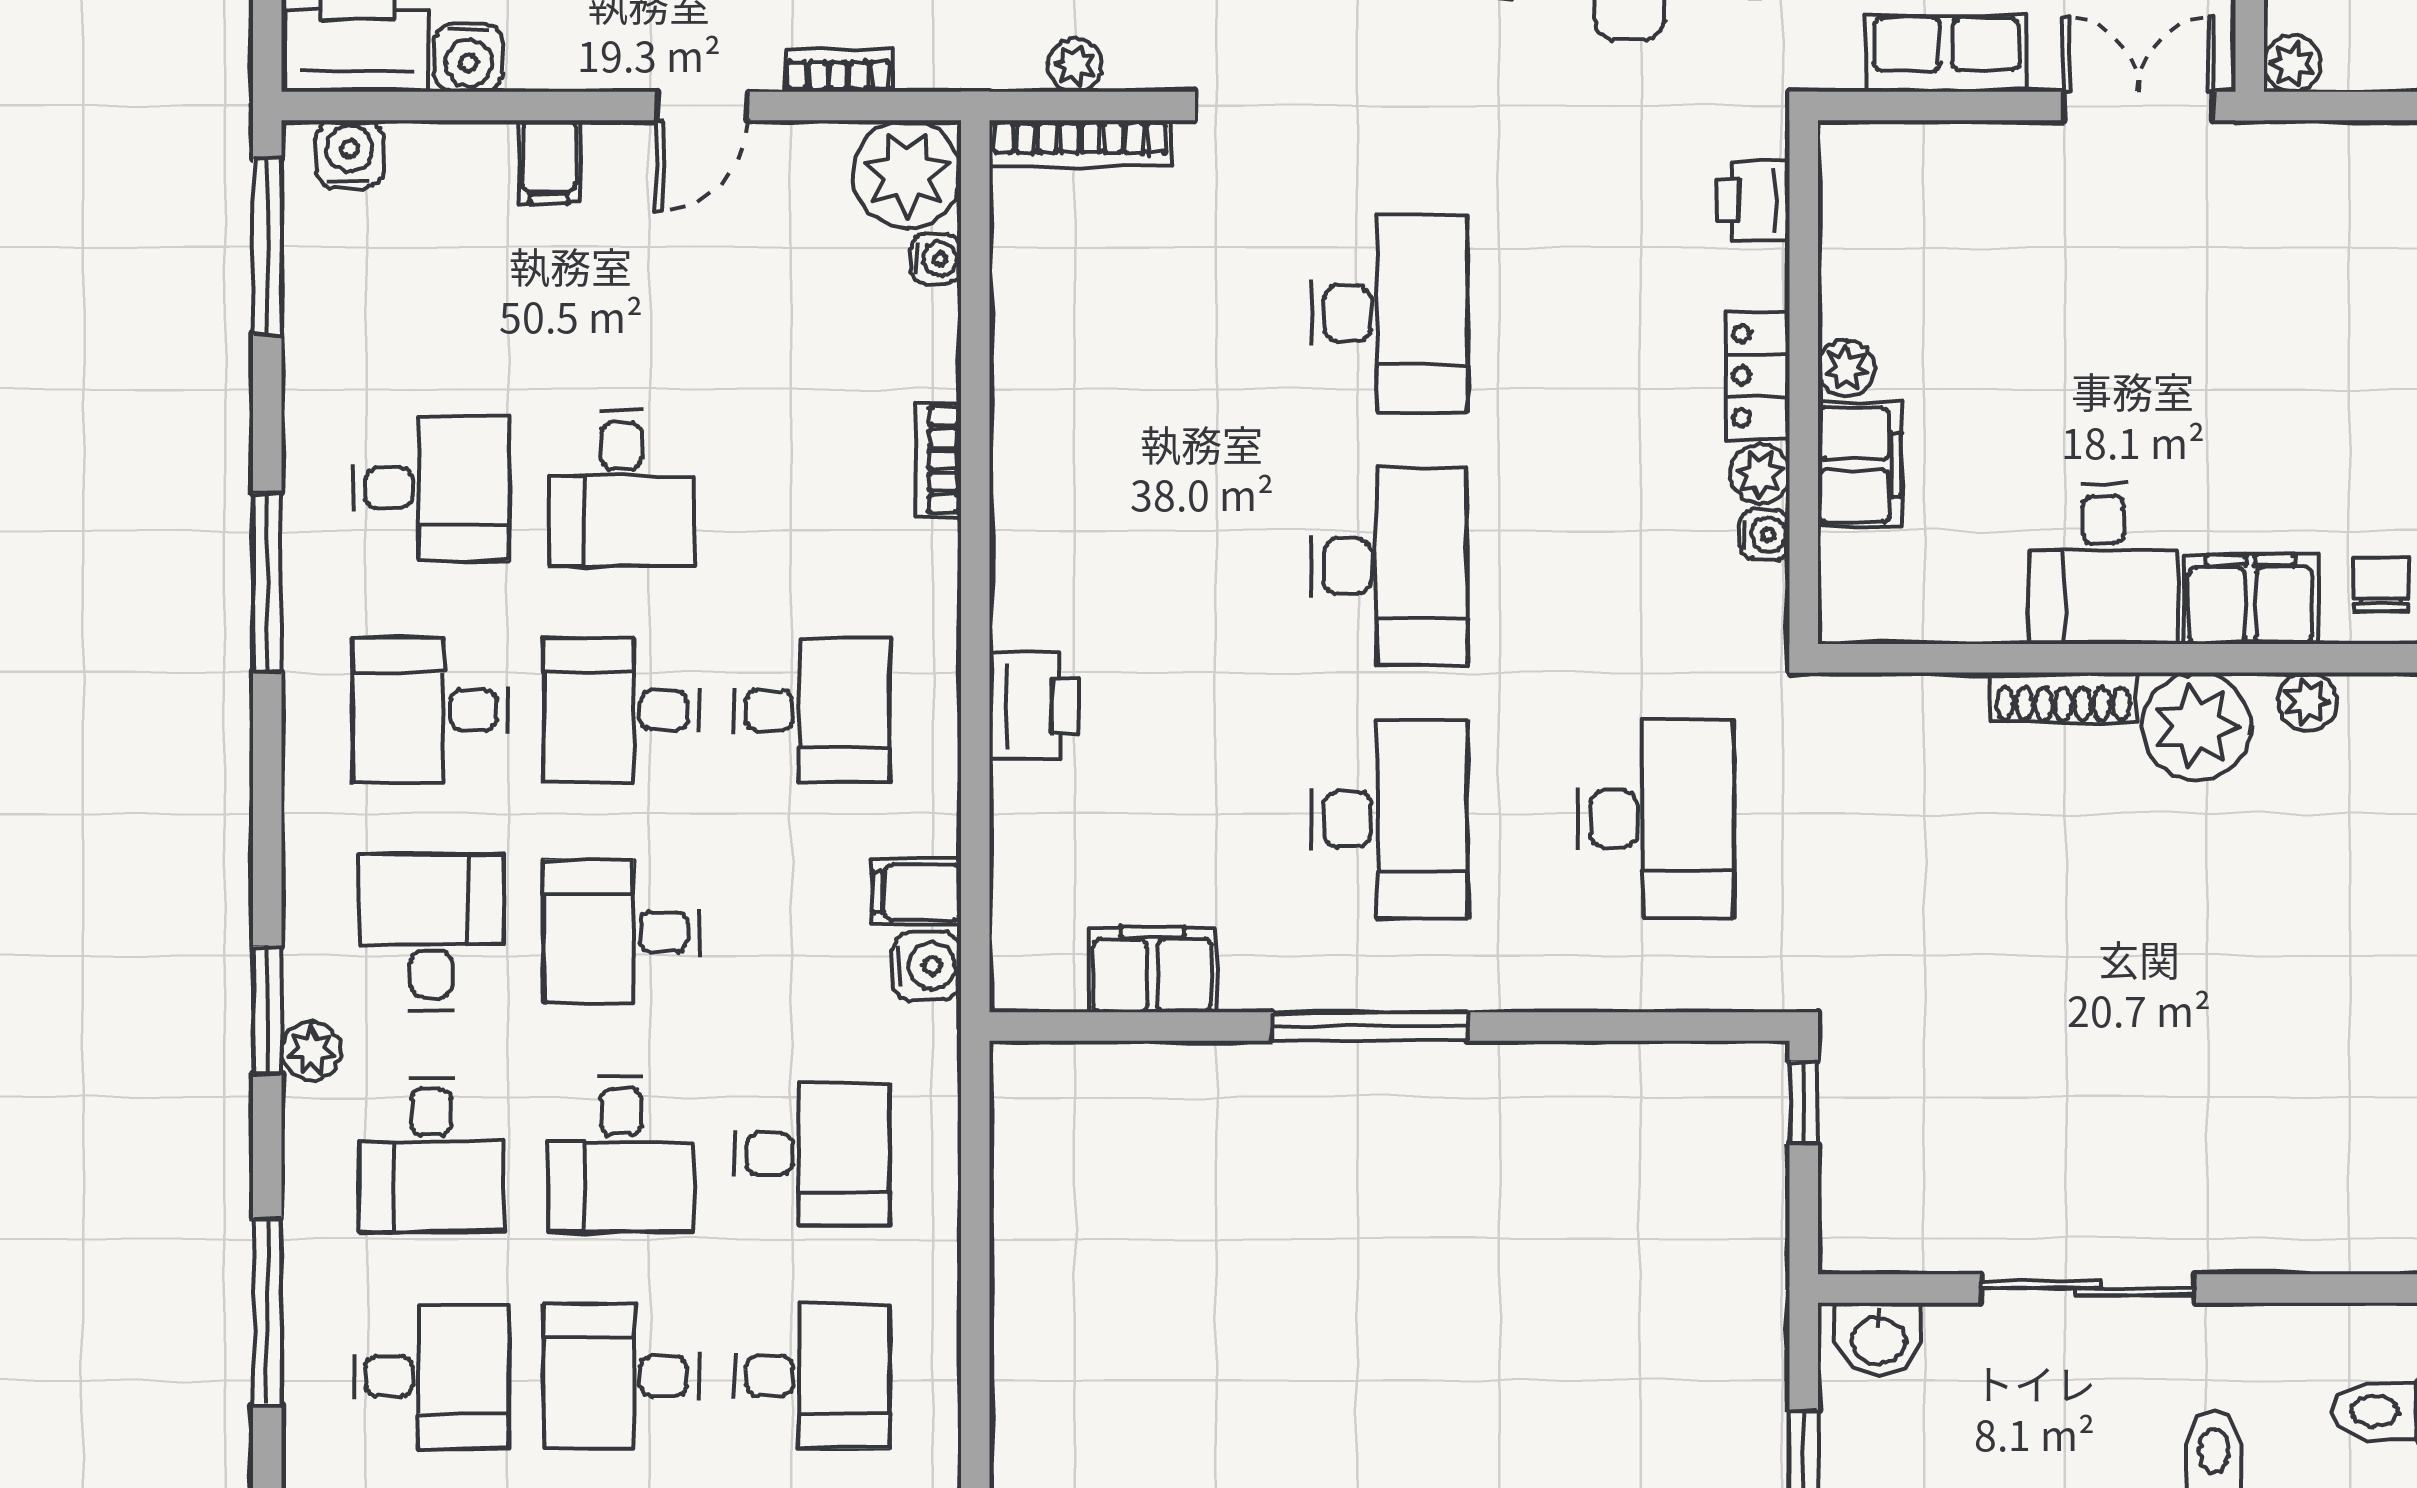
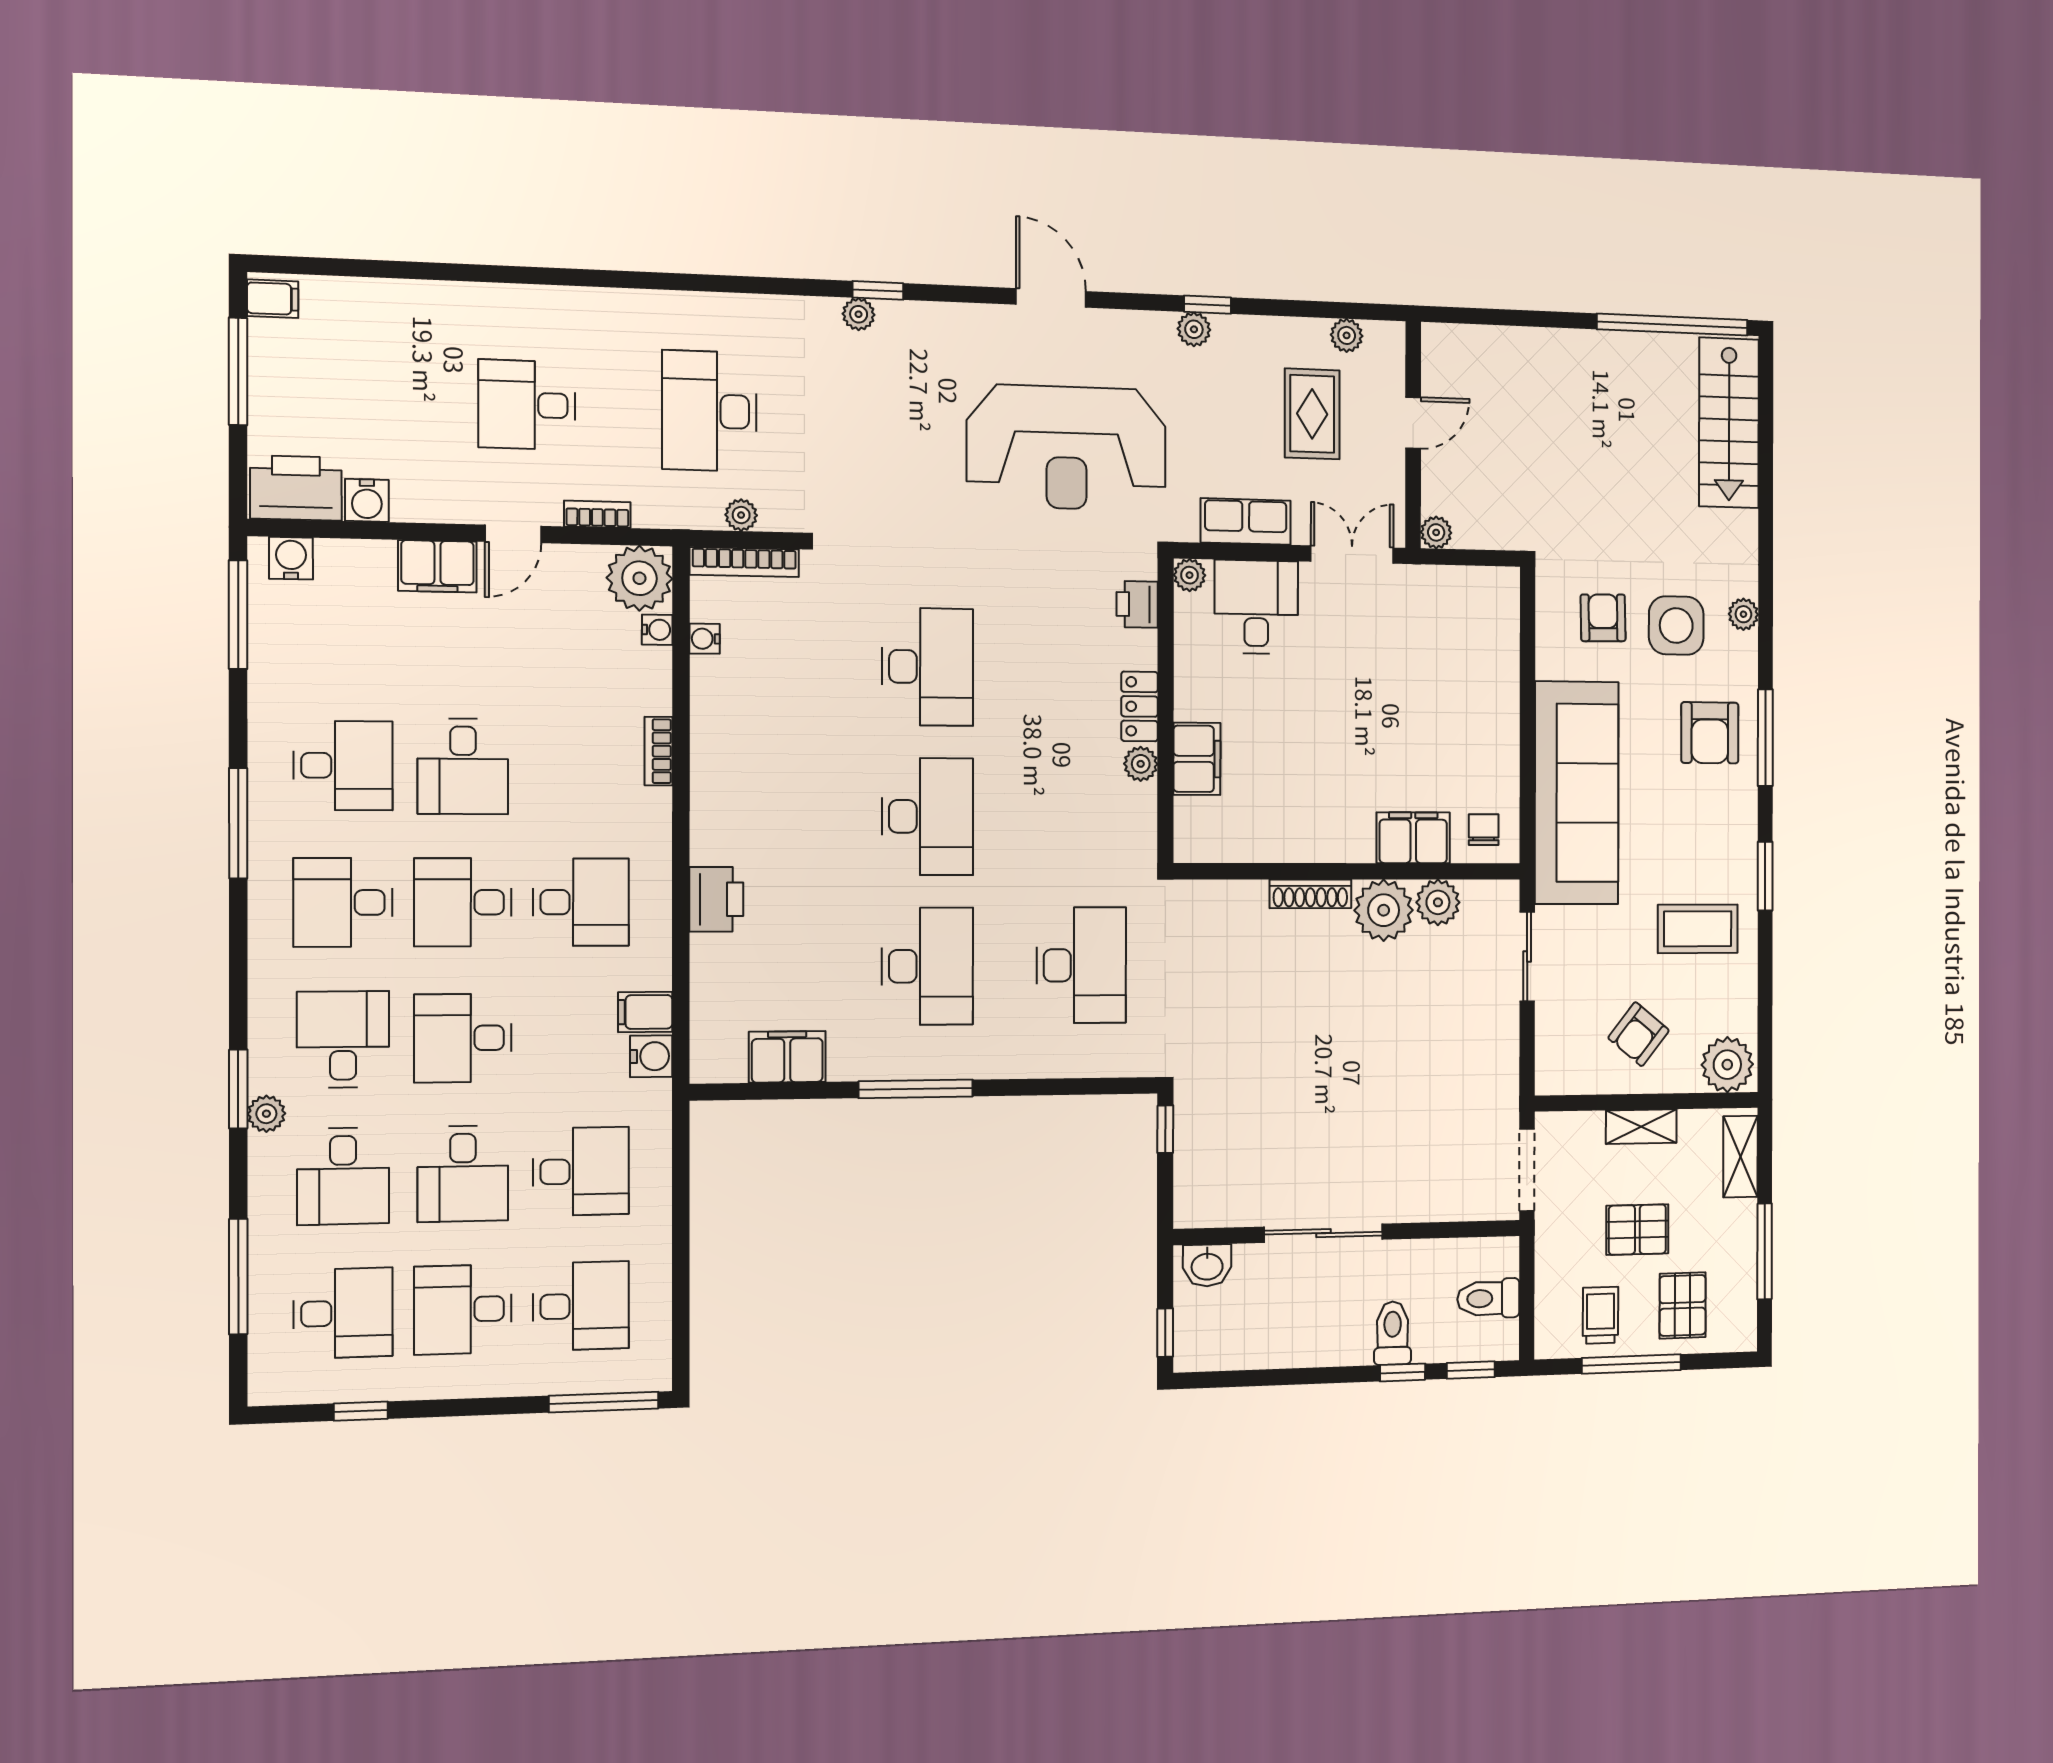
filing cabinet: (549, 162) -> (437, 566), width x2.00
plant: (1846, 369) -> (1190, 575), moved
water cooler: (1765, 535) -> (705, 639), moved, turned 180
desk: (2103, 564) -> (1256, 607), moved, turned 180
plant: (2307, 702) -> (1438, 902), width x1.38, depth x1.38

